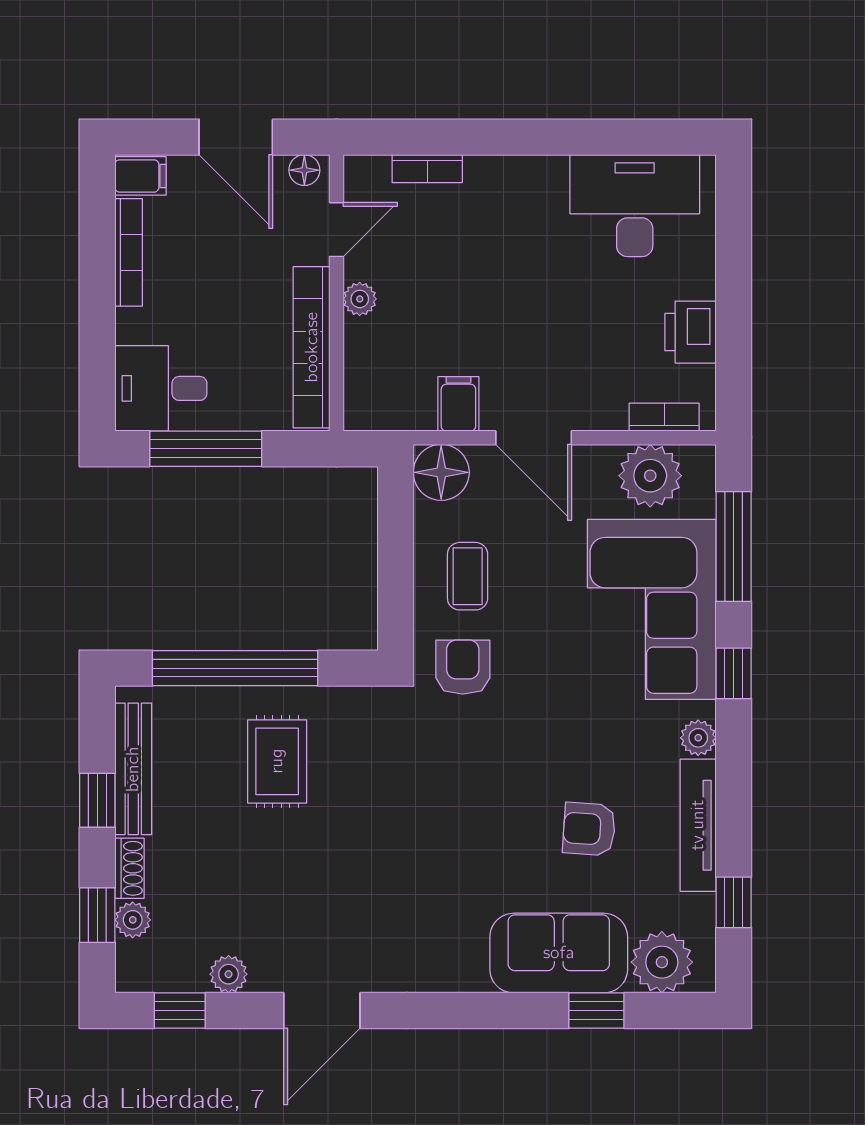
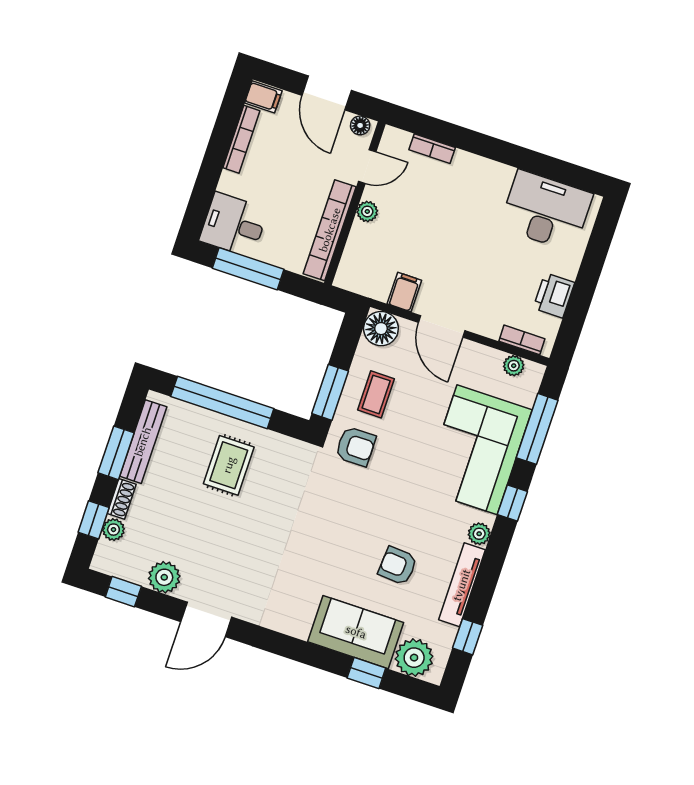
plant: (650, 476) -> (514, 366), width x0.53, depth x0.53
window: (396, 597) -> (330, 392), added
armchair: (463, 667) -> (356, 446), turned 90
window: (97, 800) -> (116, 453), width x1.50
plant: (229, 974) -> (164, 577), width x1.38, depth x1.38

